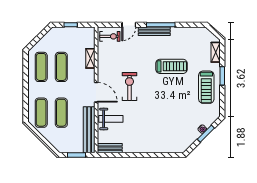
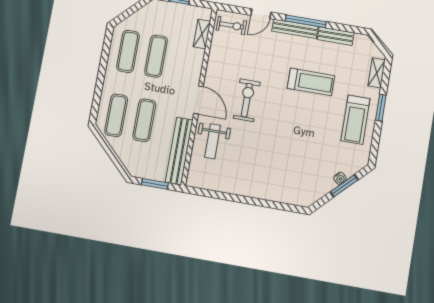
shelving: (90, 58) -> (202, 34), moved
weight bench: (111, 119) -> (213, 141), turned 90
bench: (110, 148) -> (336, 36), moved

